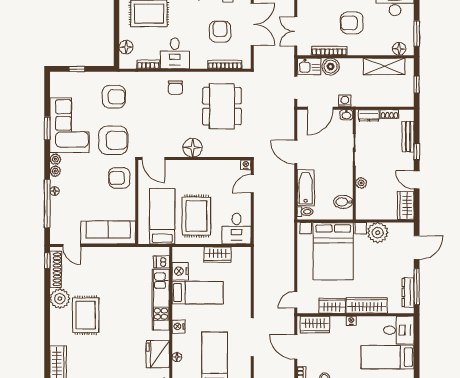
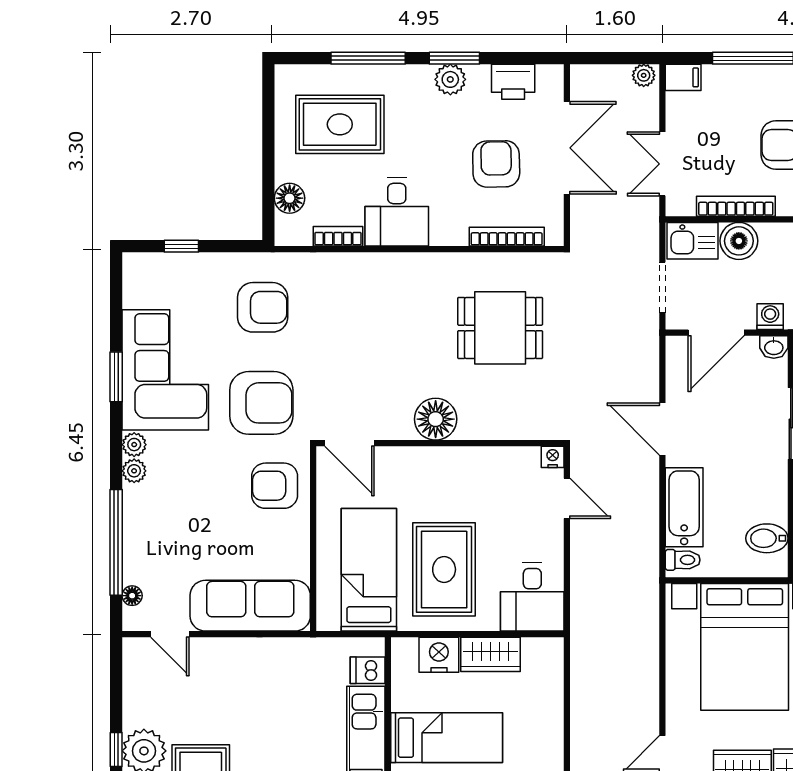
chair: (175, 88) -> (398, 287), removed
dining table: (222, 106) -> (500, 328), width x0.73
door: (252, 184) -> (567, 498), swing flipped
floor lamp: (54, 191) -> (132, 596), moved
window: (47, 261) -> (116, 749), moved
shoe rack: (56, 269) -> (135, 687), removed
nightstand: (180, 271) -> (439, 655), moved, turned 90

